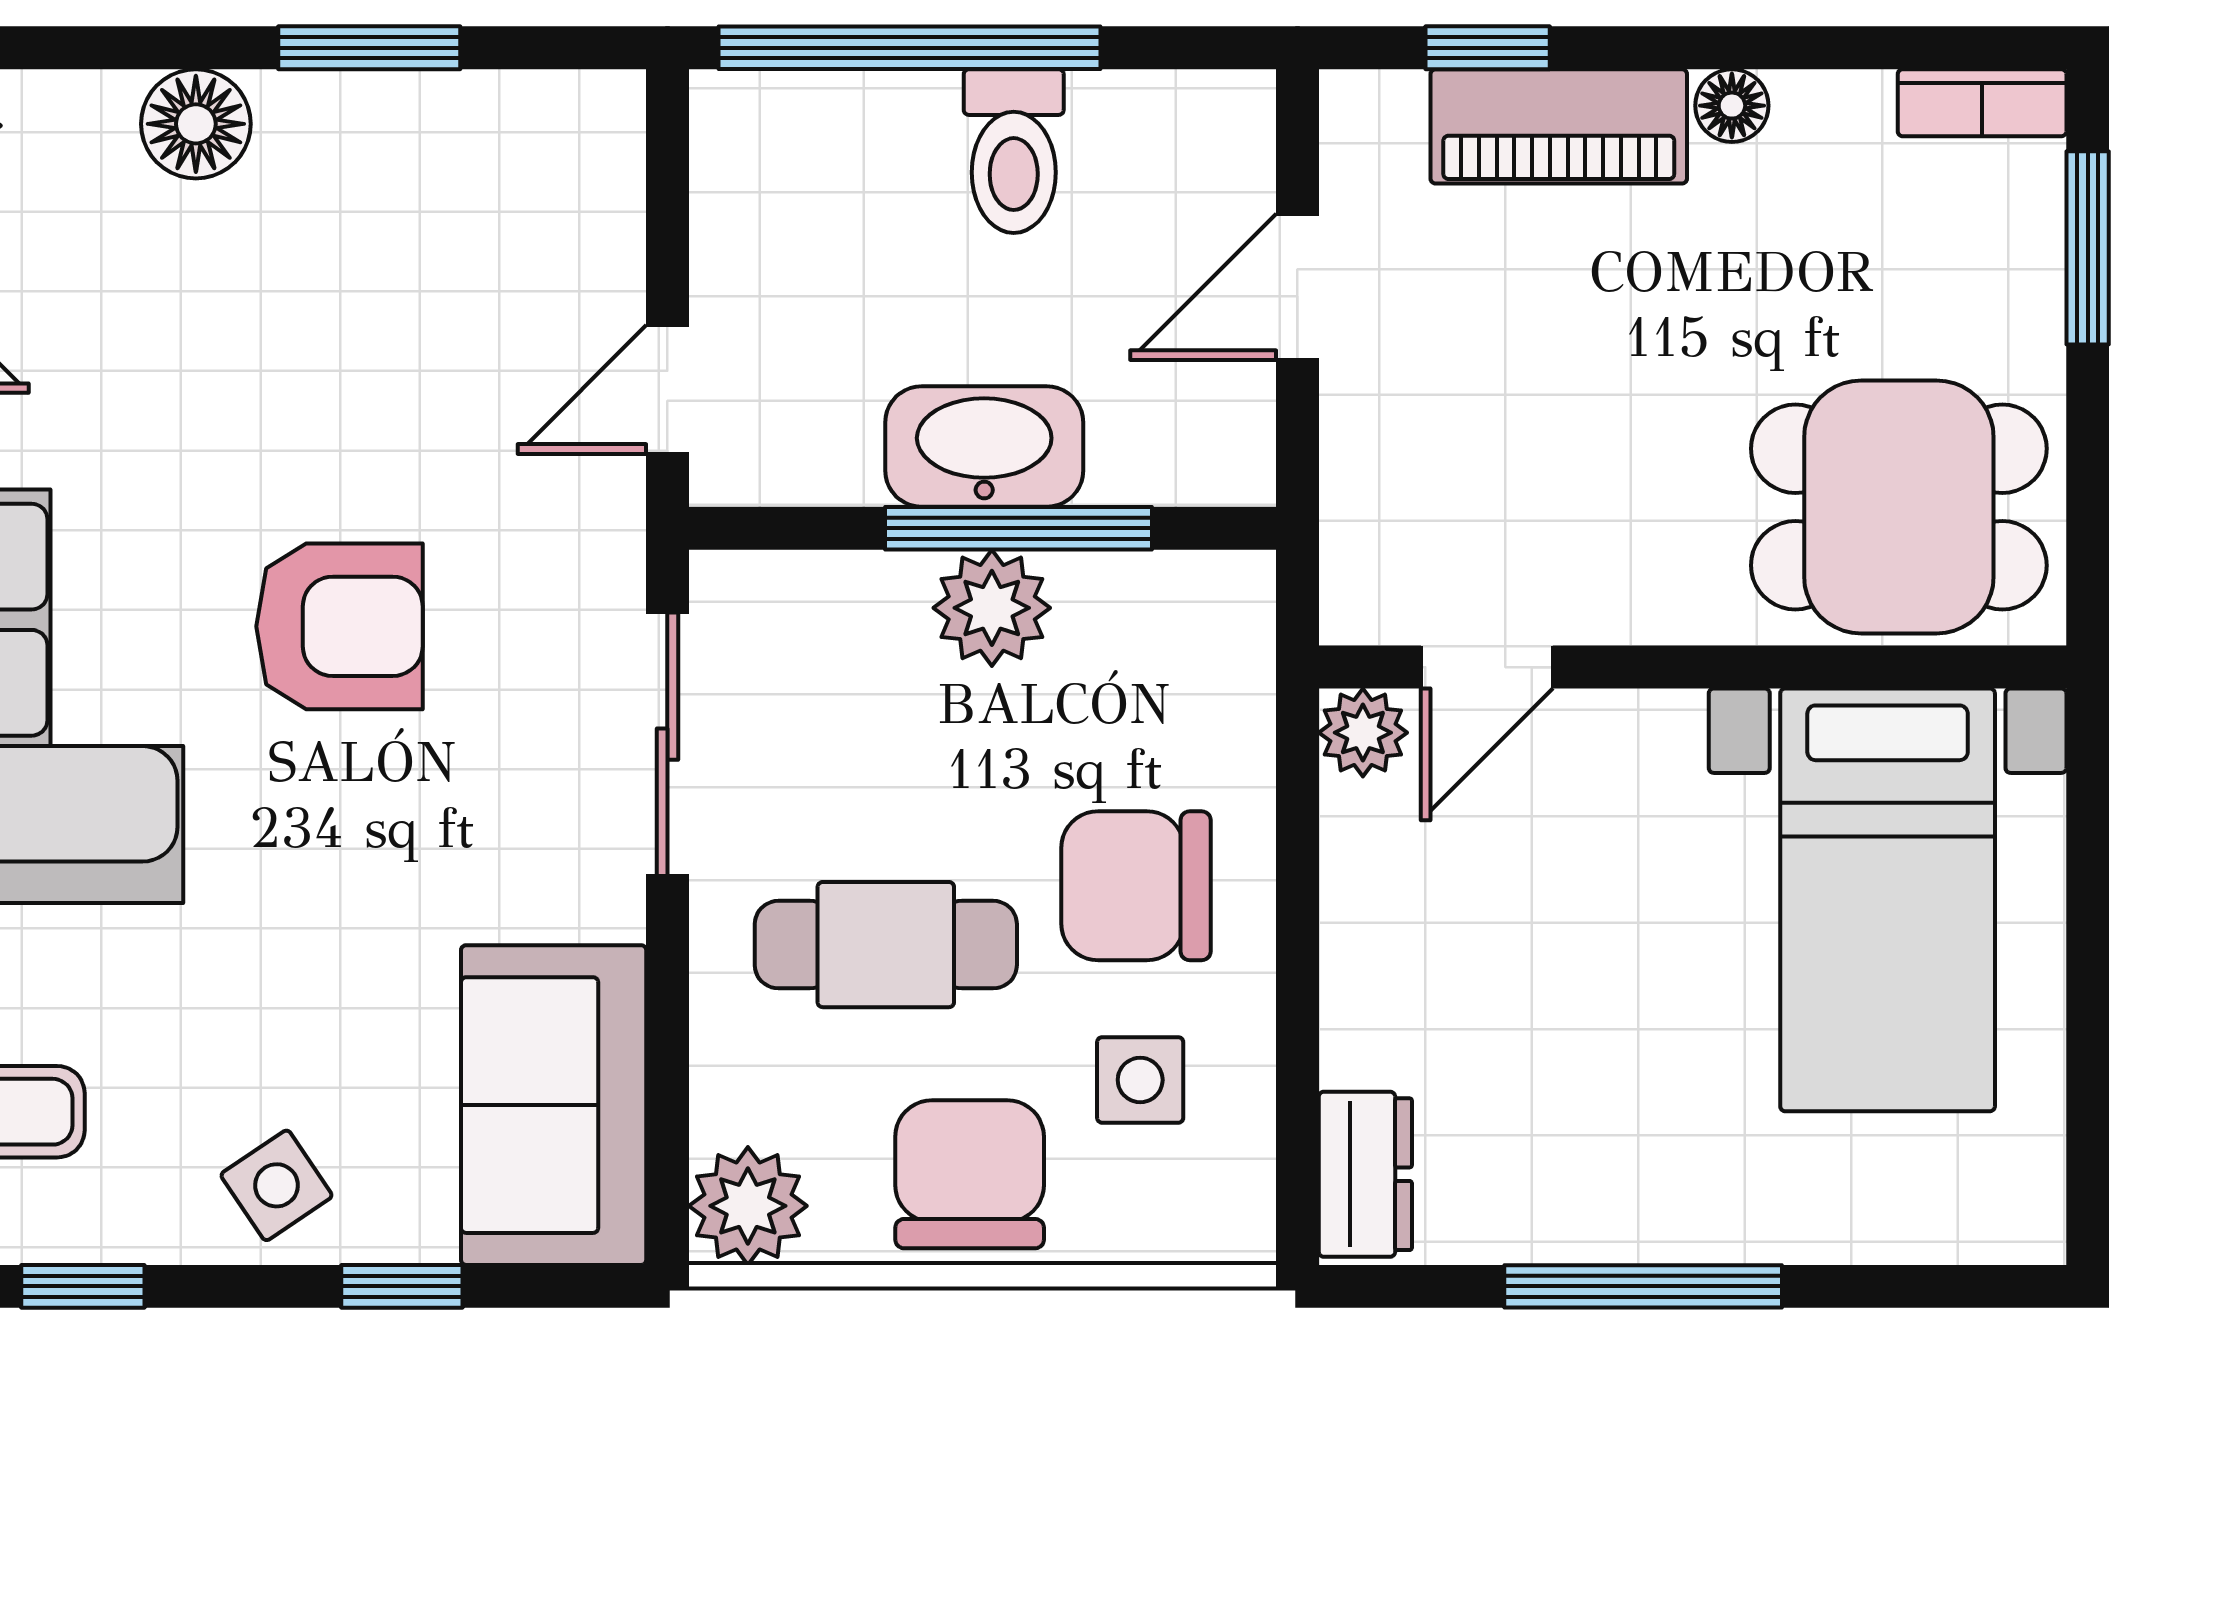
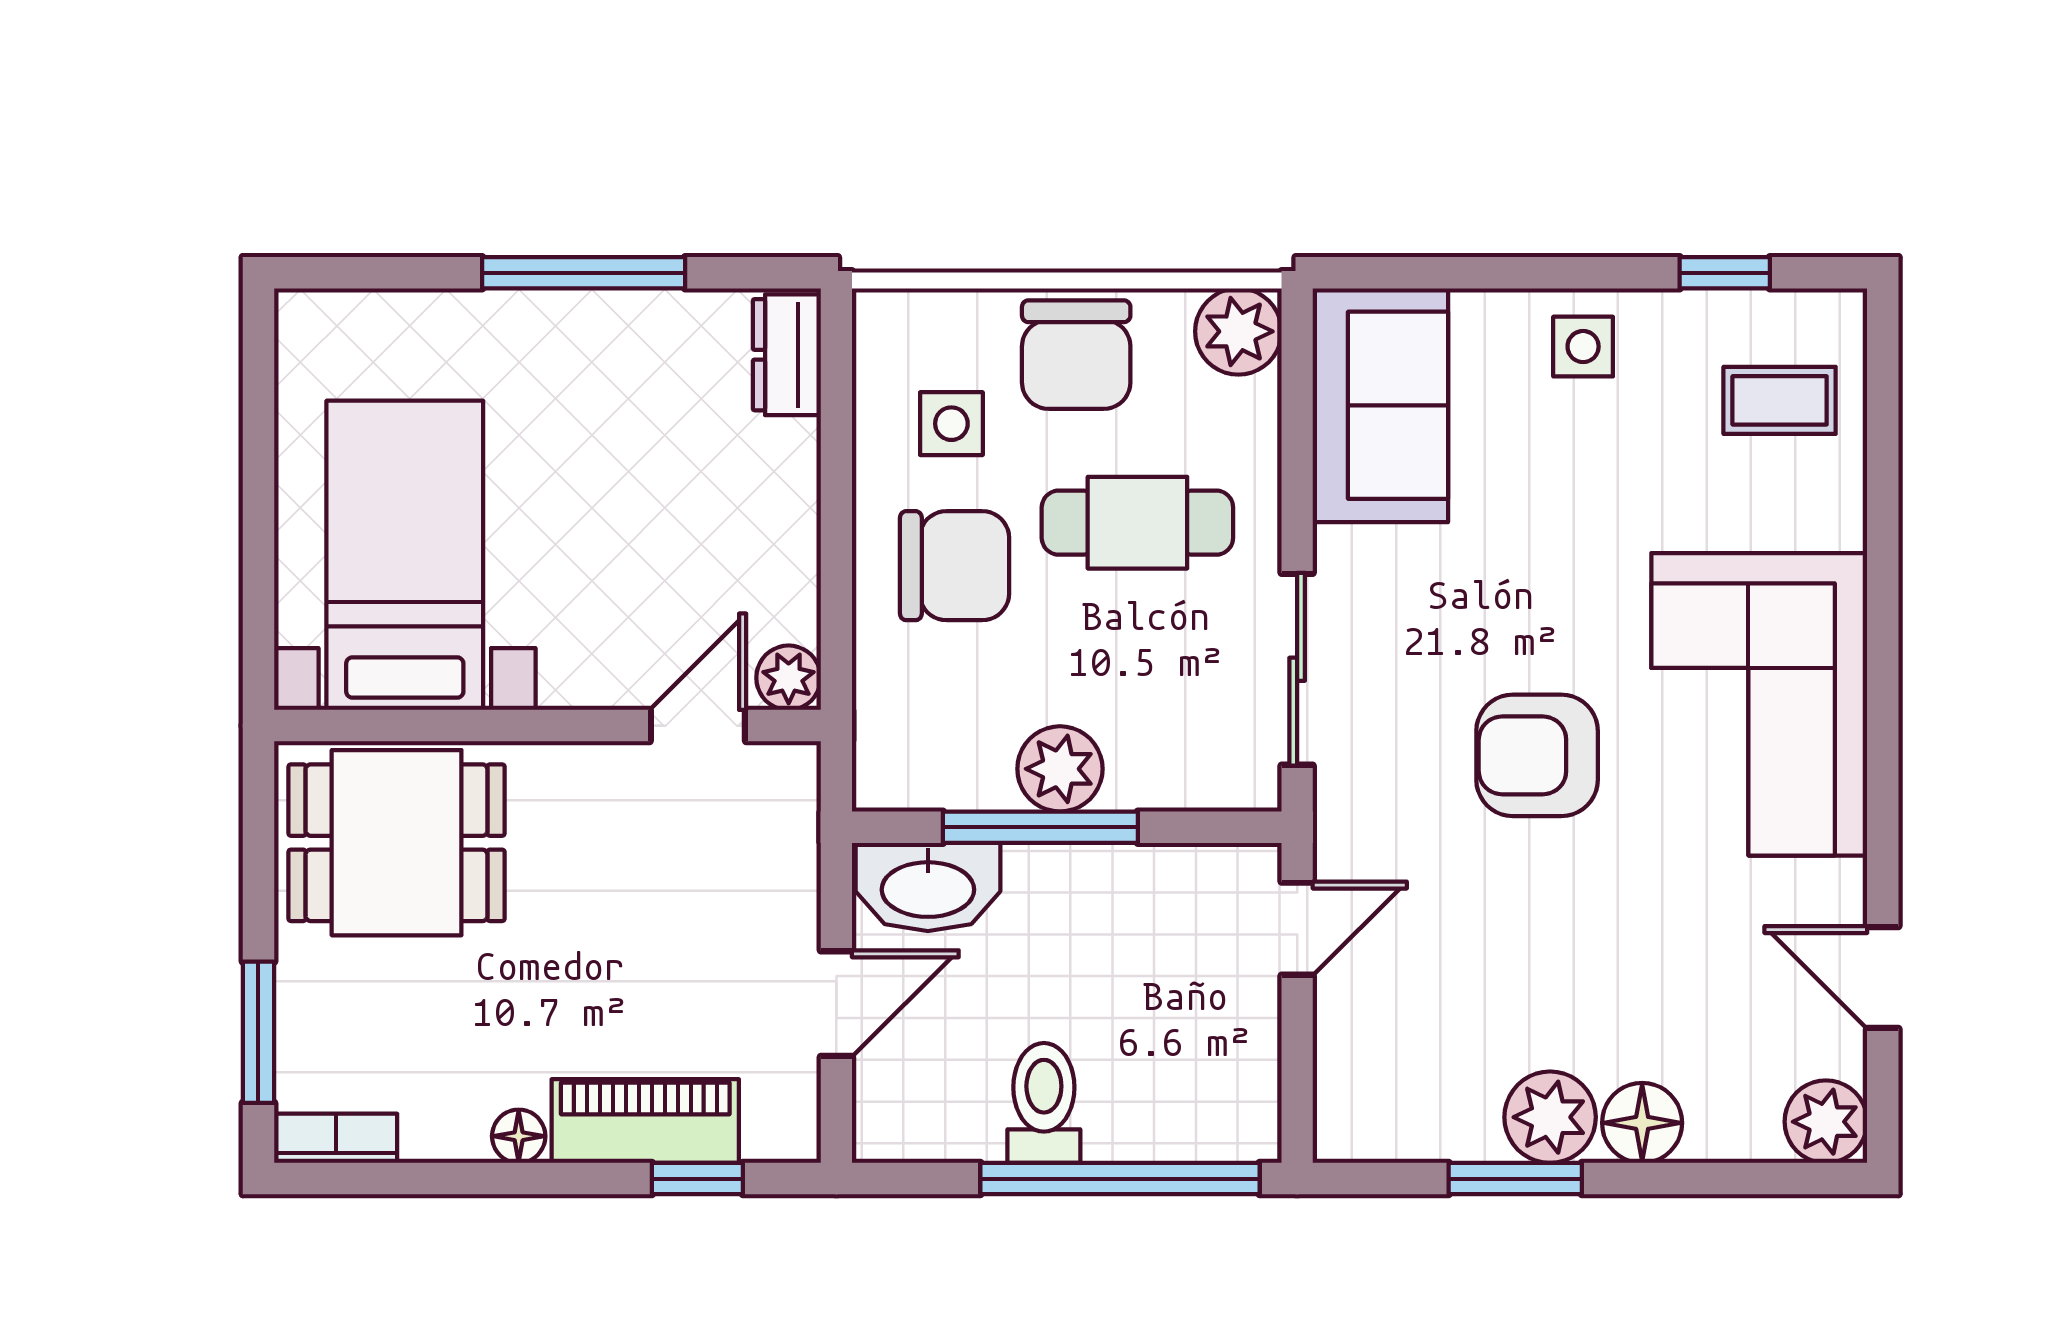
plant: (322, 132) -> (1550, 1117), added
washbasin: (984, 446) -> (928, 887), moved
side table: (277, 1185) -> (1583, 347), turned 34
window: (402, 1286) -> (1491, 273), removed

